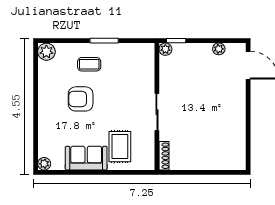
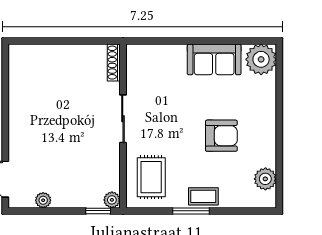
plant: (46, 52) -> (265, 179), moved
coffee table: (89, 64) -> (203, 196), moved
rug: (120, 147) -> (151, 177), moved
plant: (44, 164) -> (261, 59), width x1.88, depth x1.88

